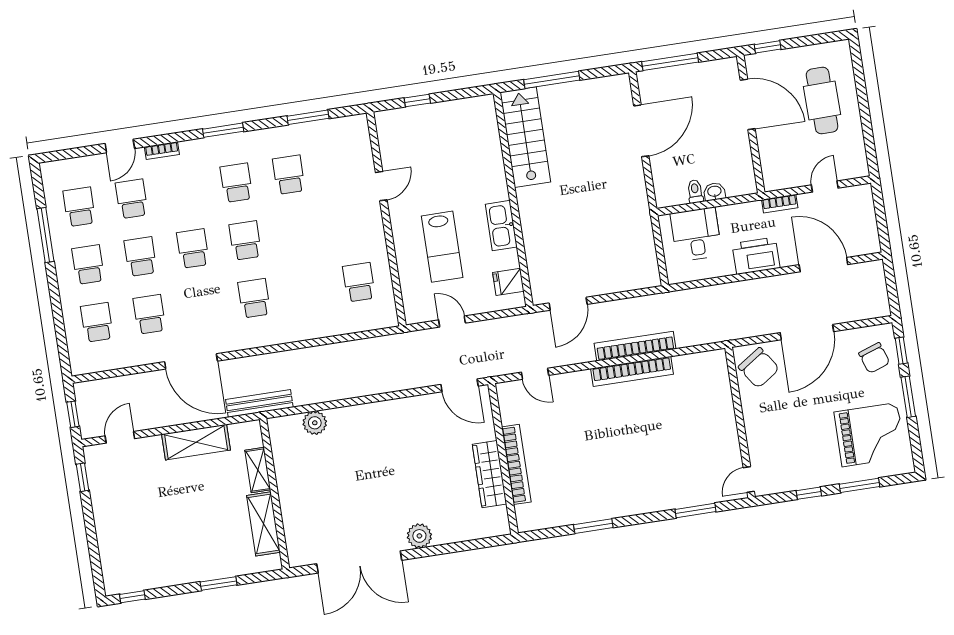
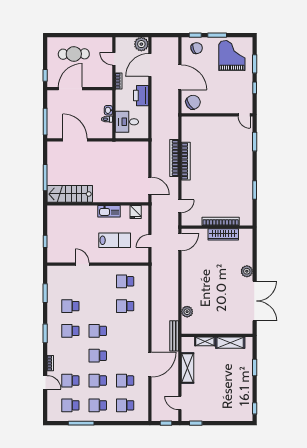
plant: (865, 240) -> (141, 44), added
school desk: (254, 298) -> (125, 306), moved

